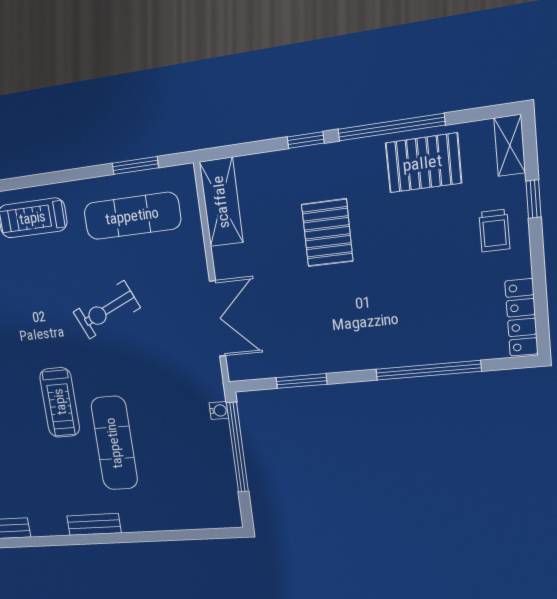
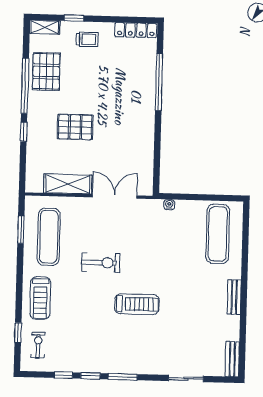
shelving: (221, 202) -> (68, 184), moved
exercise bike: (107, 310) -> (101, 263), turned -66
window: (302, 381) -> (157, 153), removed
treadmill: (60, 402) -> (137, 304), moved
exercise mat: (114, 443) -> (218, 234), moved, turned 90
window: (237, 447) -> (193, 197), removed

